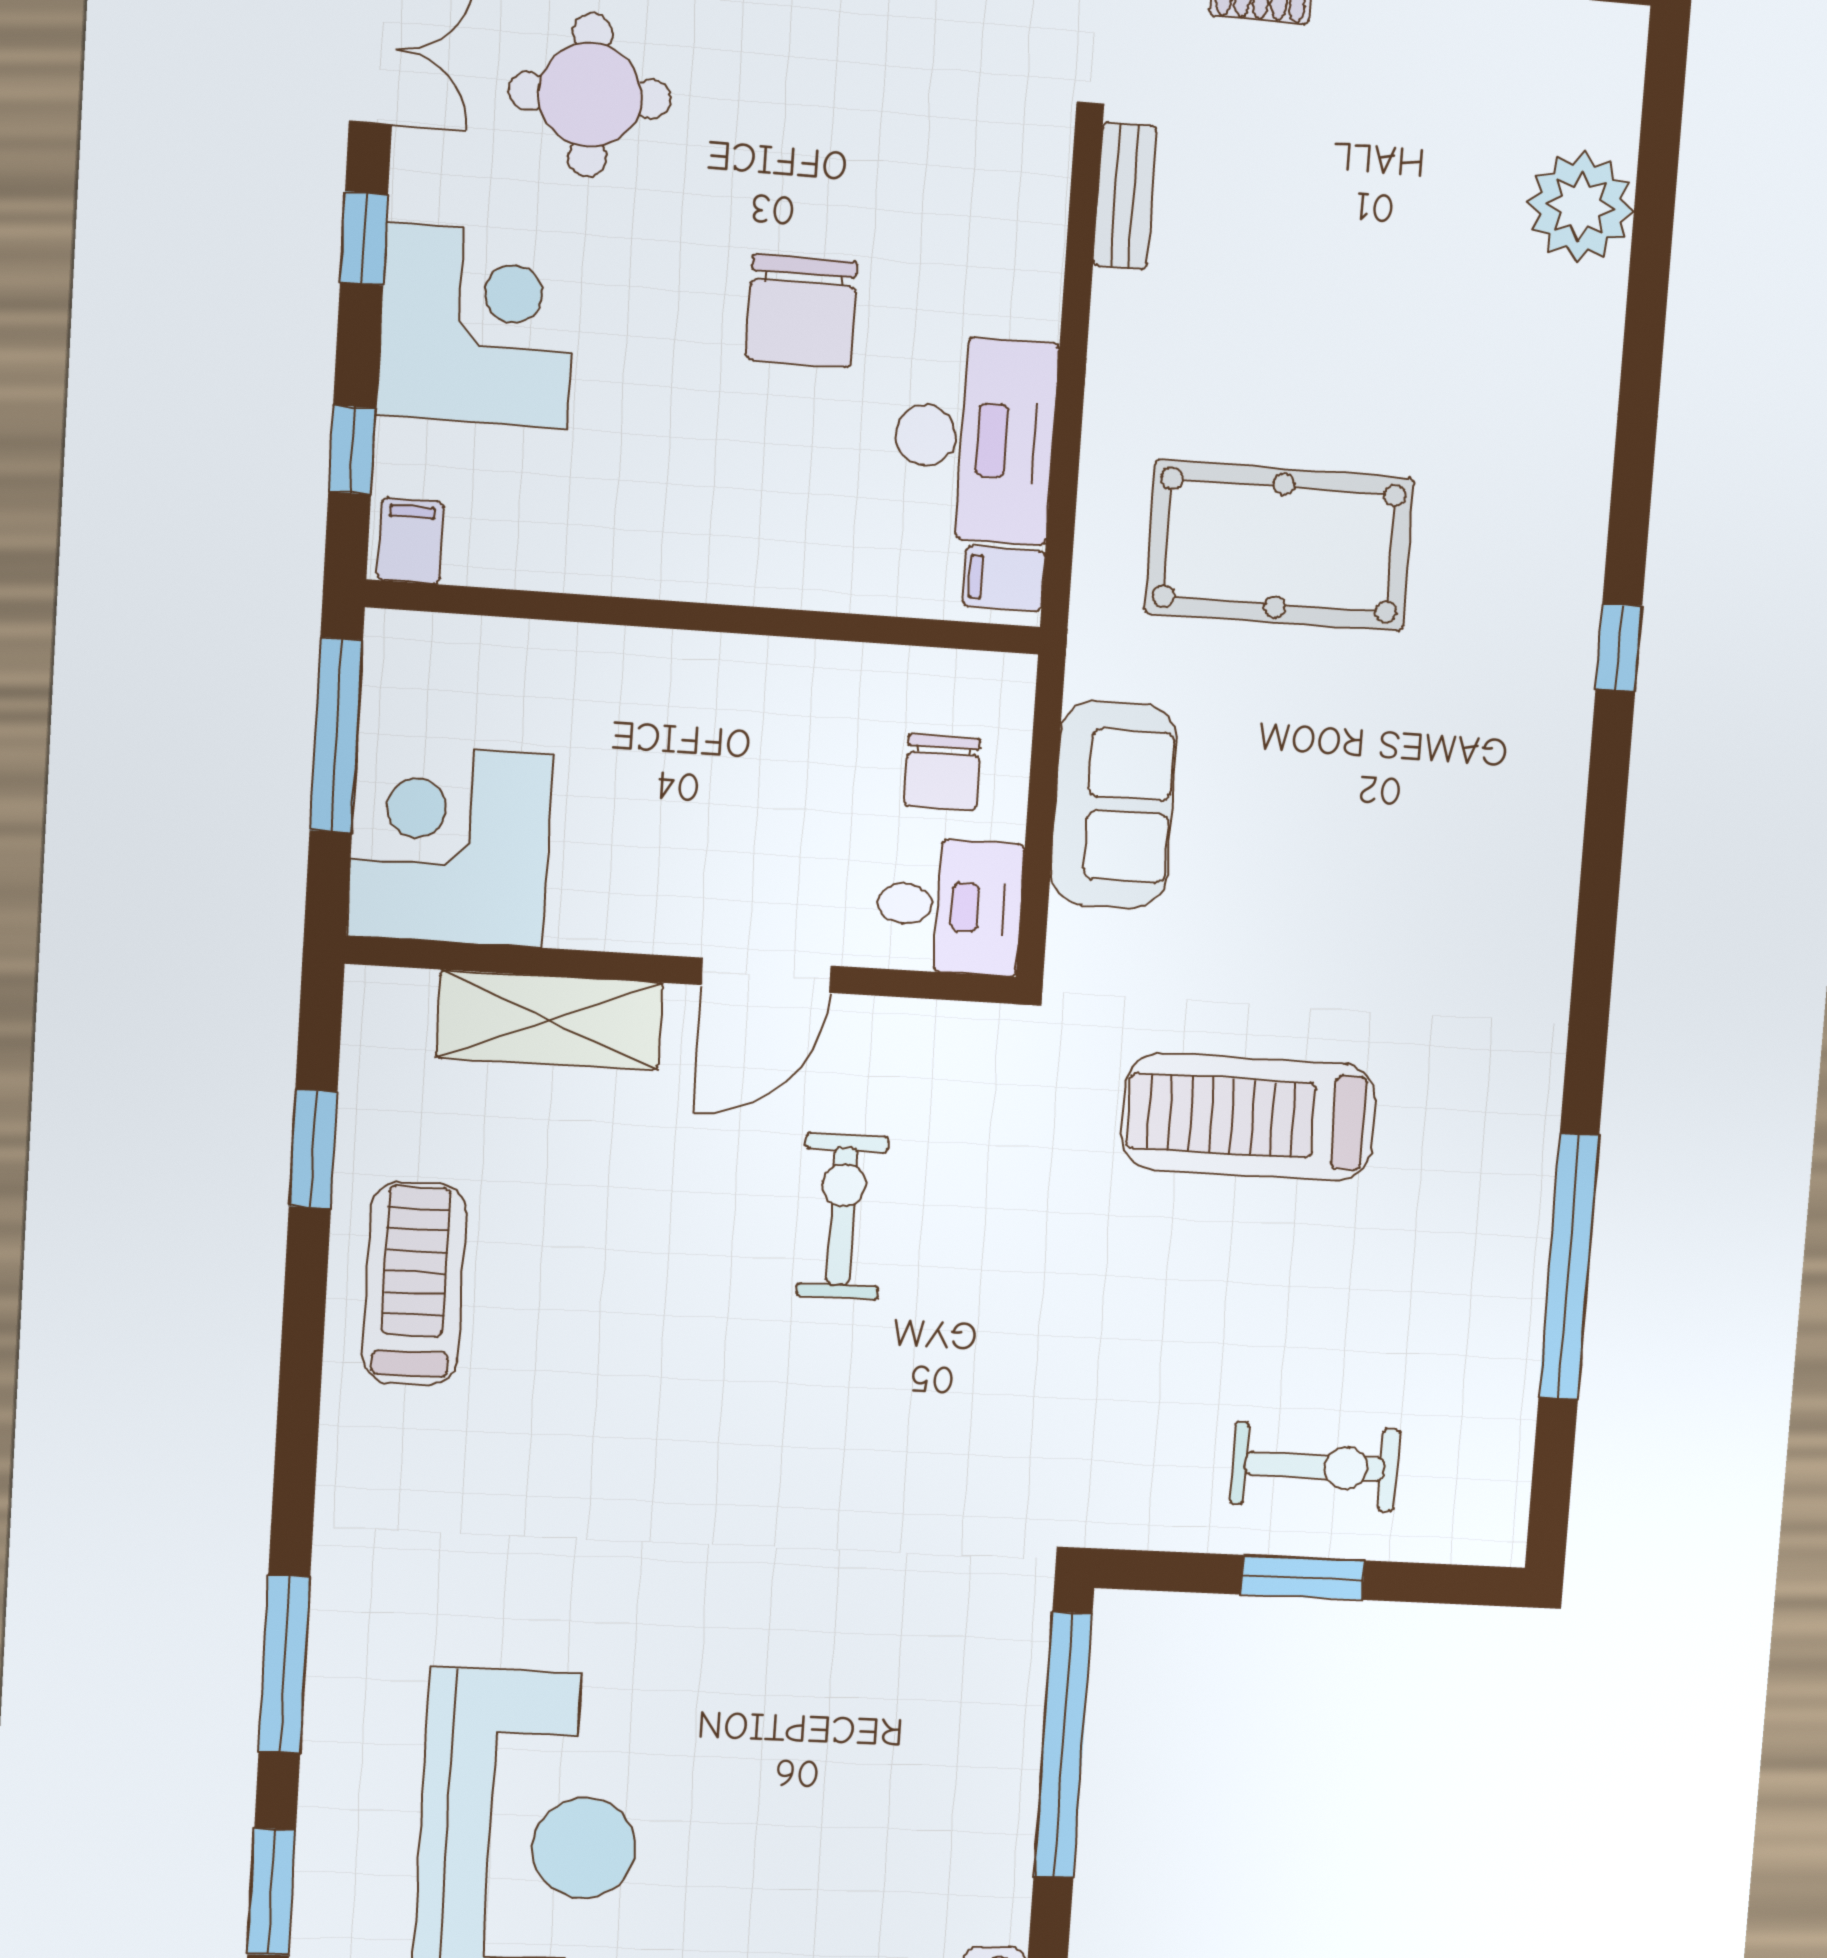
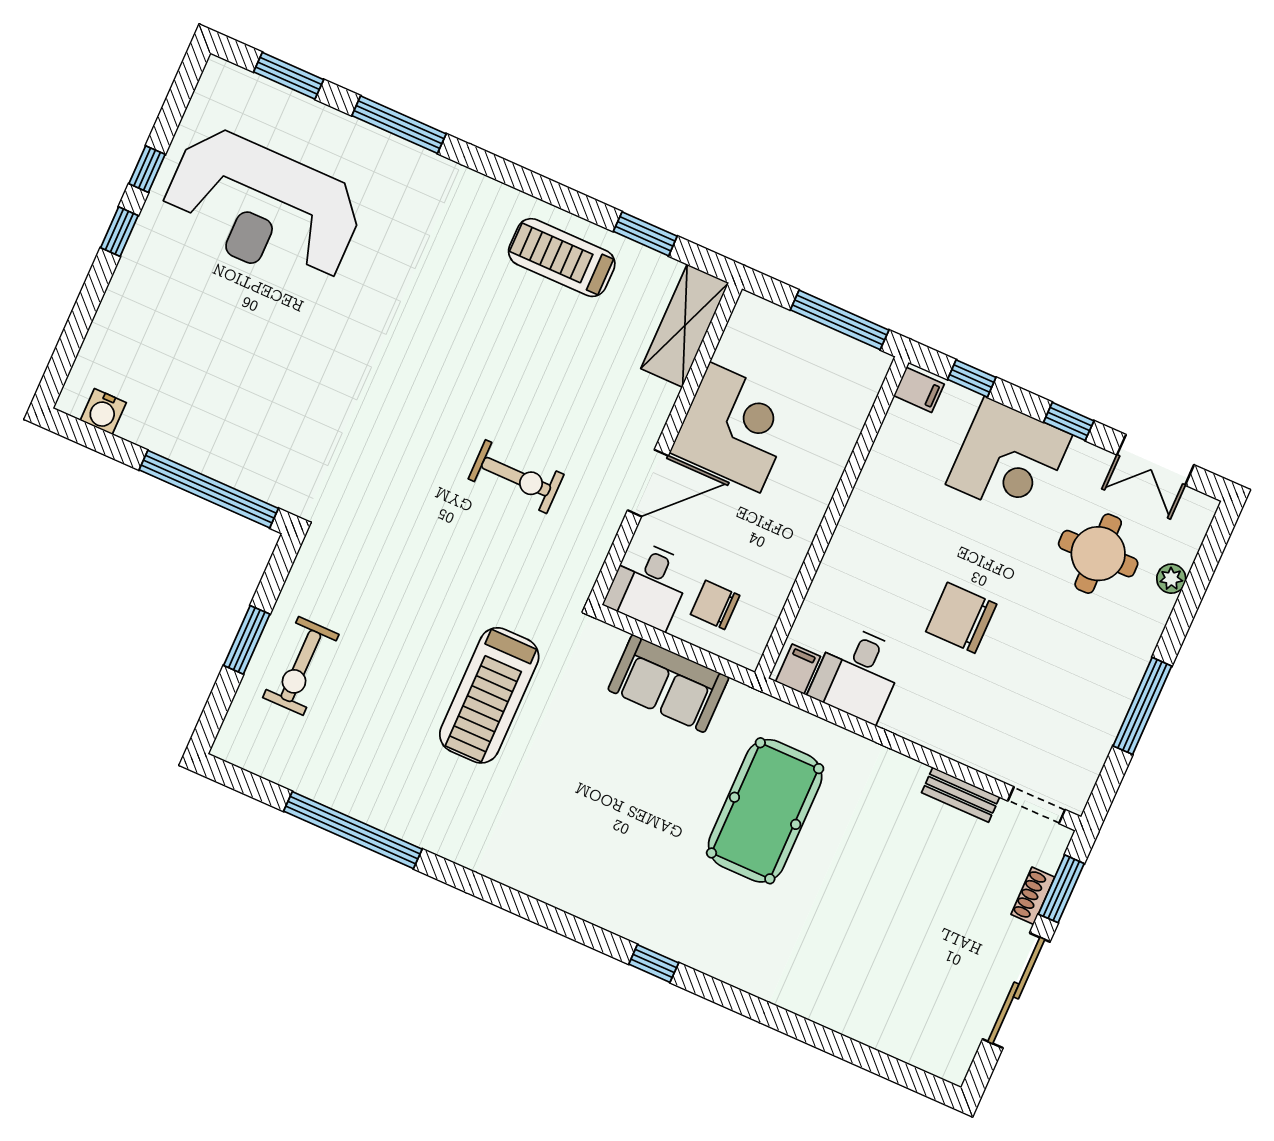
plant: (1581, 207) -> (876, 1019), removed
desk: (975, 439) -> (857, 674), width x0.73
corner desk: (450, 845) -> (735, 427), moved
door: (766, 975) -> (648, 483), swing flipped
shelving: (550, 1020) -> (685, 326), moved
treadmill: (1249, 1117) -> (489, 695), turned 180
treadmill: (415, 1283) -> (562, 258), turned 180

